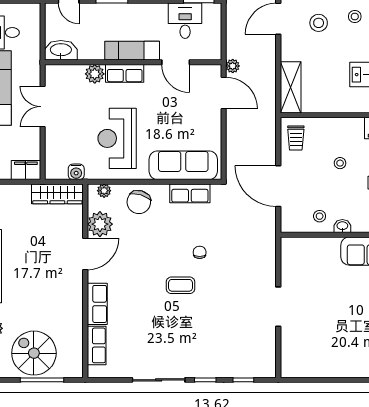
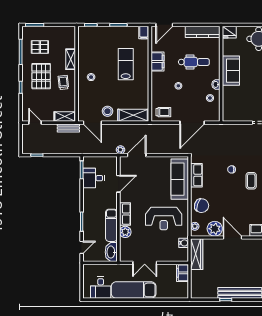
stool: (319, 23) -> (107, 111), moved
exam couch: (132, 51) -> (111, 225), moved

